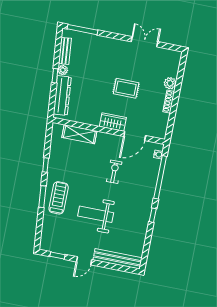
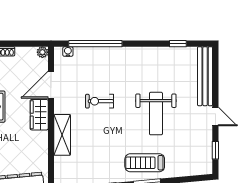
shelving: (79, 134) -> (62, 135), moved
plant: (162, 134) -> (42, 52), added
door: (135, 136) -> (51, 85), swing flipped
window: (153, 215) -> (178, 44), moved

